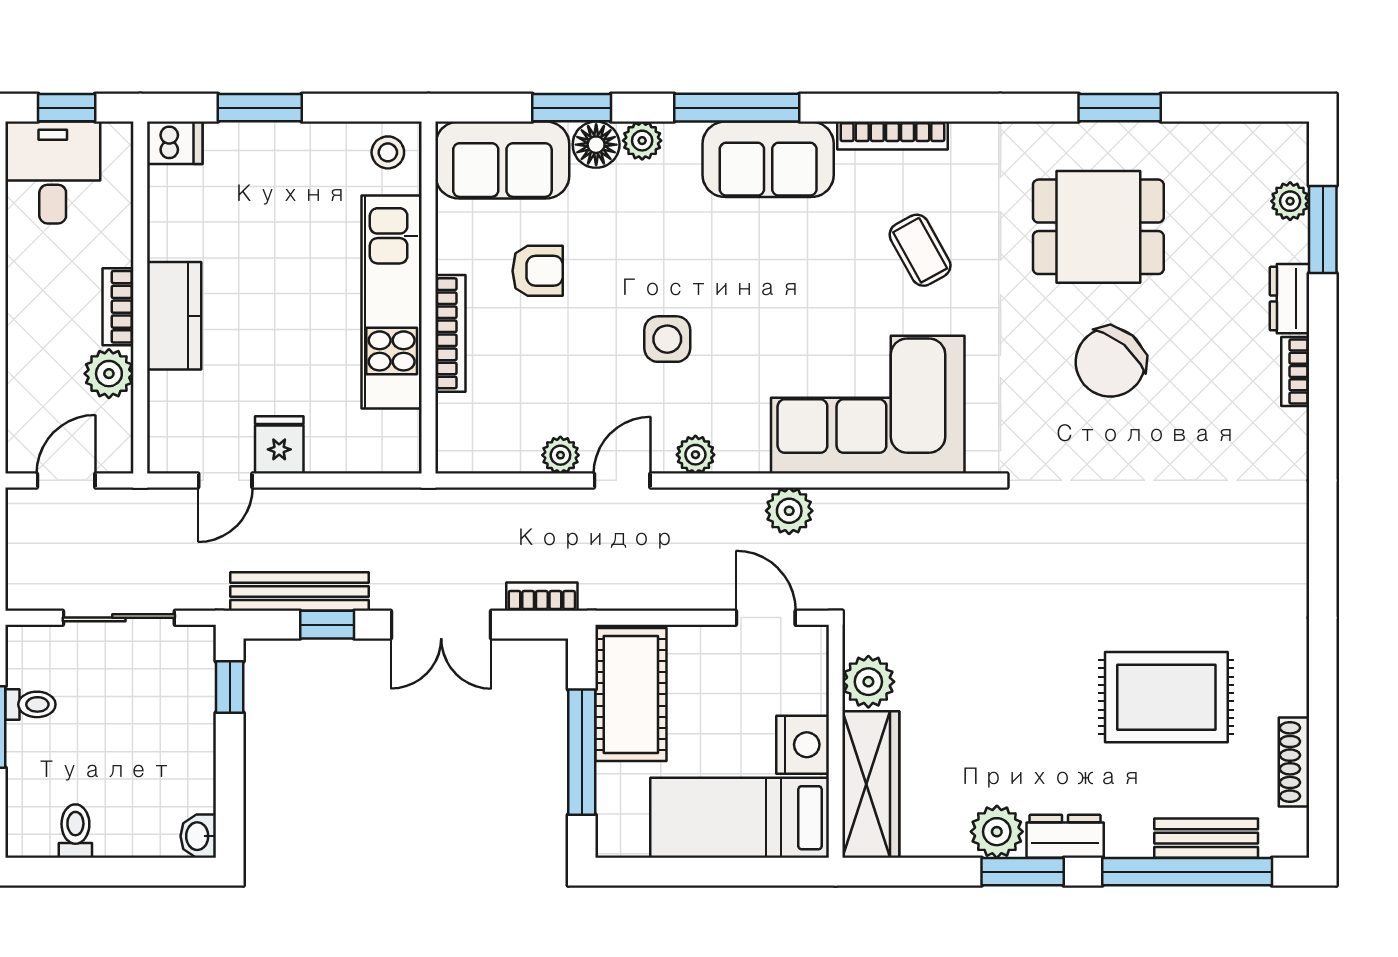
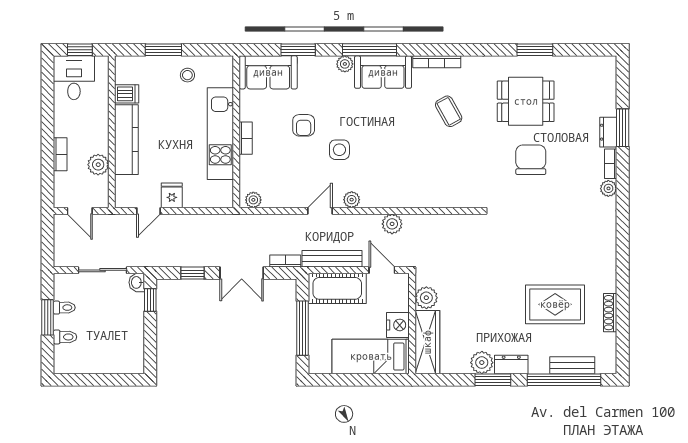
plant: (642, 141) -> (345, 64), moved
dishwasher: (175, 143) -> (127, 94), moved
floor lamp: (596, 145) -> (309, 66), removed
stool: (388, 152) -> (187, 75), moved
plant: (1290, 201) -> (608, 188), moved
window: (1323, 230) -> (623, 128), moved
armchair: (538, 271) -> (304, 125), moved, turned 90
bookcase: (118, 307) -> (60, 154), moved, turned 180
kitchen counter: (174, 316) -> (126, 140), width x1.50
bookcase: (450, 333) -> (246, 138), width x0.64
chair: (1110, 362) -> (531, 160), turned 140
corner sofa: (868, 405) -> (426, 178), removed
plant: (560, 455) -> (253, 200), moved
door: (66, 480) -> (80, 211), swing flipped
bench: (300, 591) -> (332, 259), moved
cot: (631, 694) -> (337, 288), moved, turned 90
shoe rack: (1294, 762) -> (610, 313), moved
toilet: (75, 831) -> (65, 337), moved, turned 90
washbasin: (198, 836) -> (137, 282), moved

